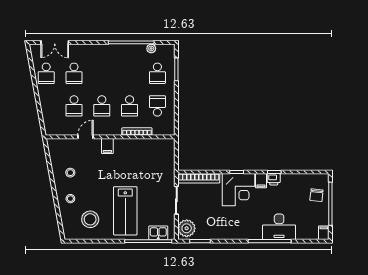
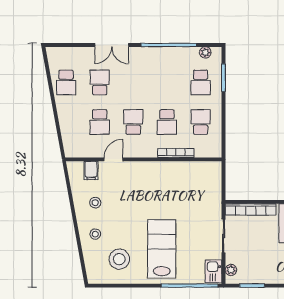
double door: (55, 42) -> (112, 45), moved
plant: (151, 48) -> (205, 52), moved
school desk: (74, 73) -> (100, 82), turned 180
school desk: (102, 106) -> (133, 122), turned 180
filing cabinet: (107, 146) -> (91, 170), moved
lab bench: (125, 211) -> (162, 249), turned 180
plant: (187, 228) -> (231, 270), width x0.53, depth x0.53
kitchen sink: (158, 233) -> (213, 271), moved, turned -90

